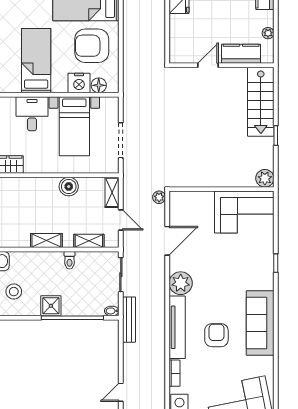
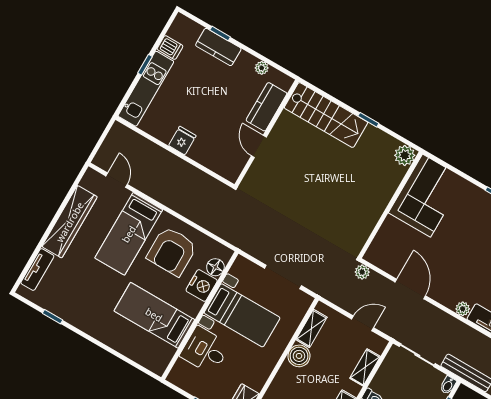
shelving: (112, 192) -> (312, 328), moved, turned 90
plant: (181, 283) -> (463, 309), width x0.53, depth x0.53

